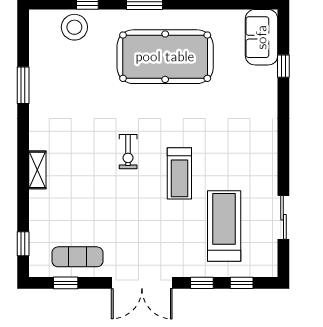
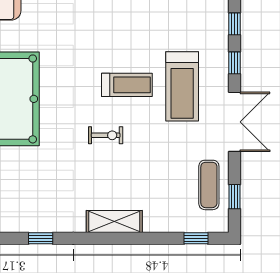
window: (23, 85) -> (41, 238), width x0.67
shelving: (37, 170) -> (114, 222), width x1.50, depth x1.33
treadmill: (224, 226) -> (182, 86), moved, turned -90

